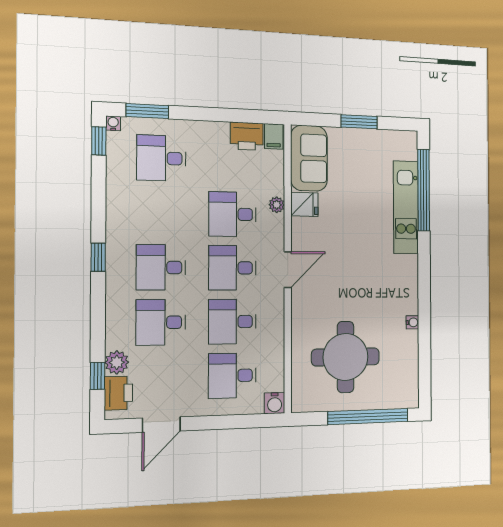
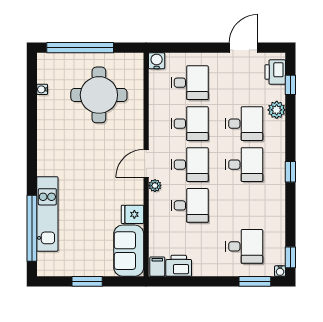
plant: (277, 205) -> (155, 186), moved
water cooler: (412, 322) -> (42, 89), moved
plant: (117, 362) -> (277, 110), moved

